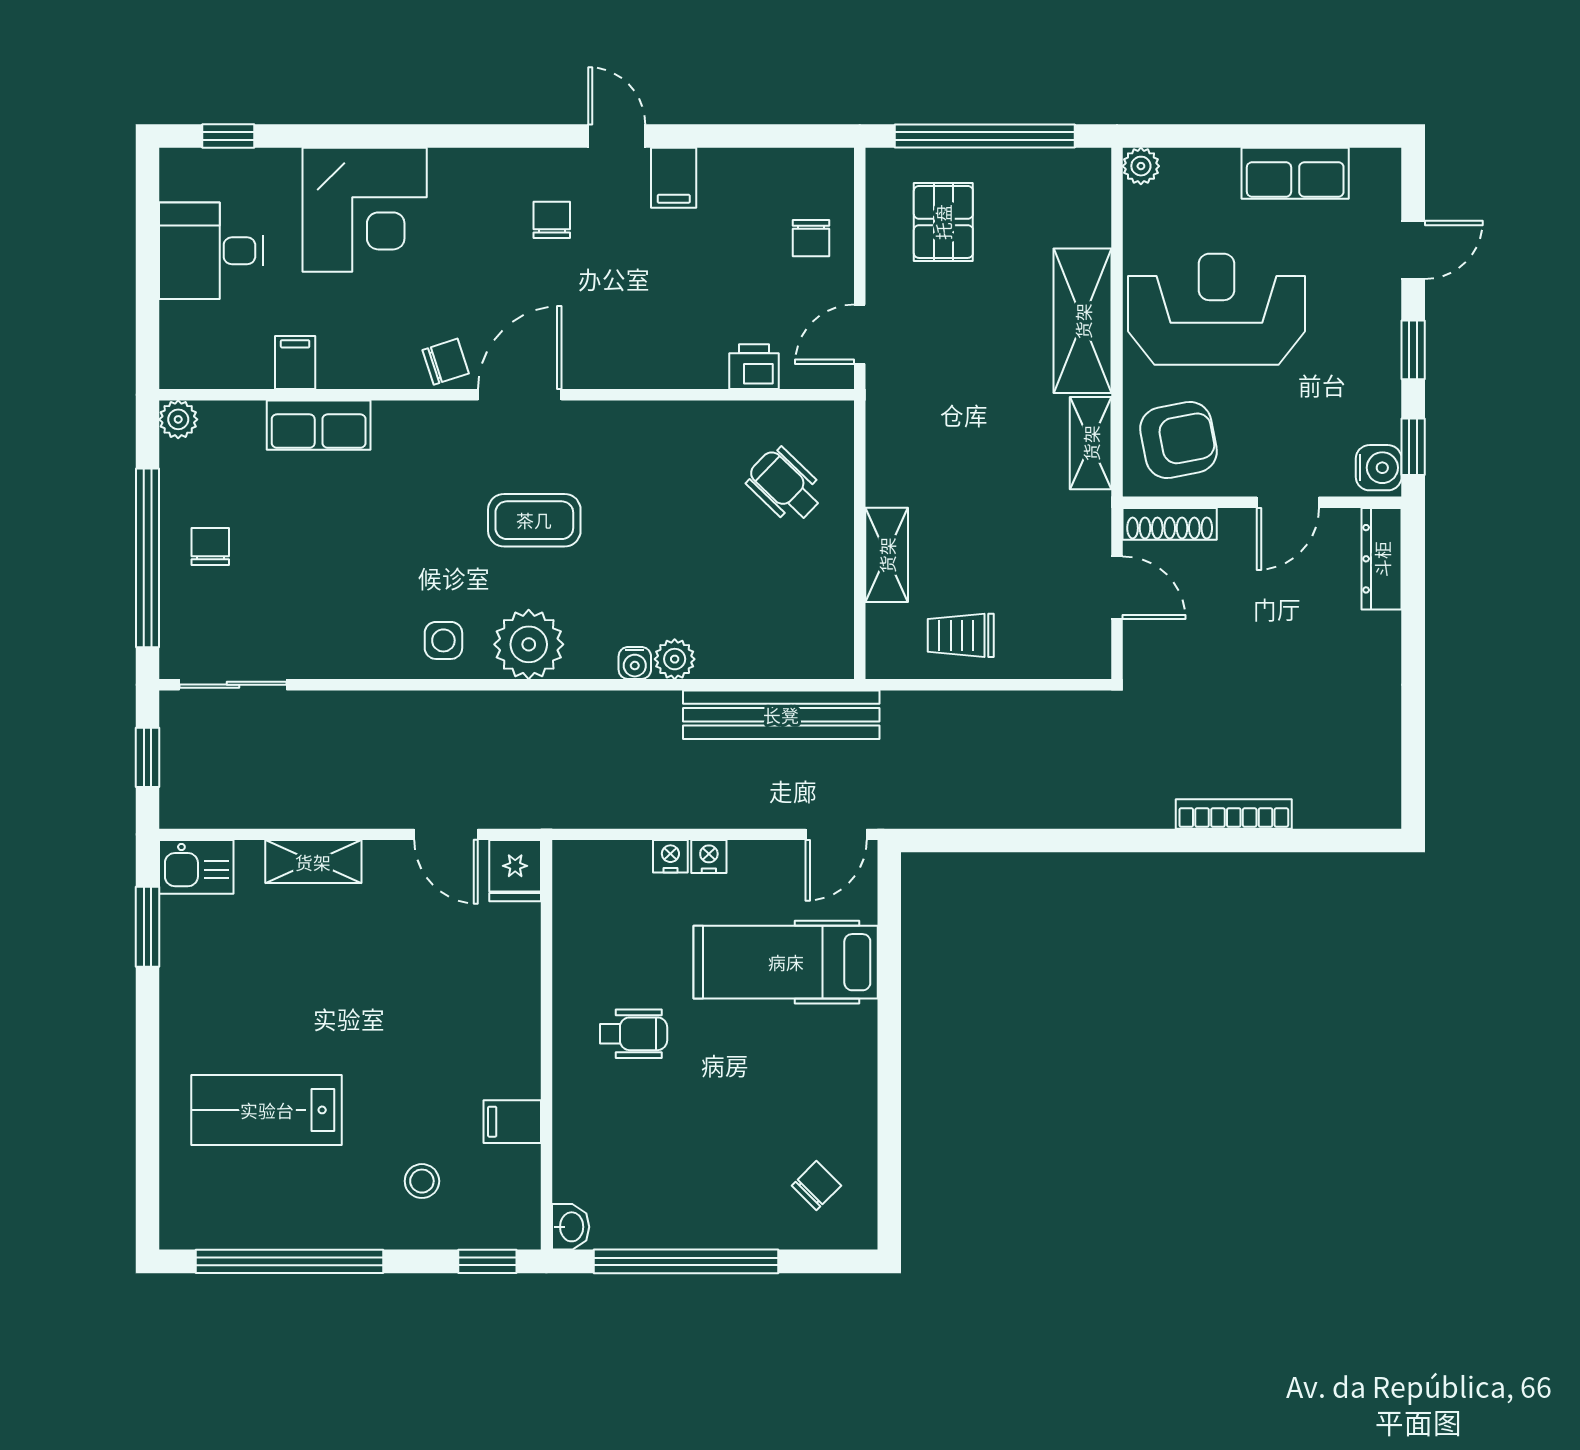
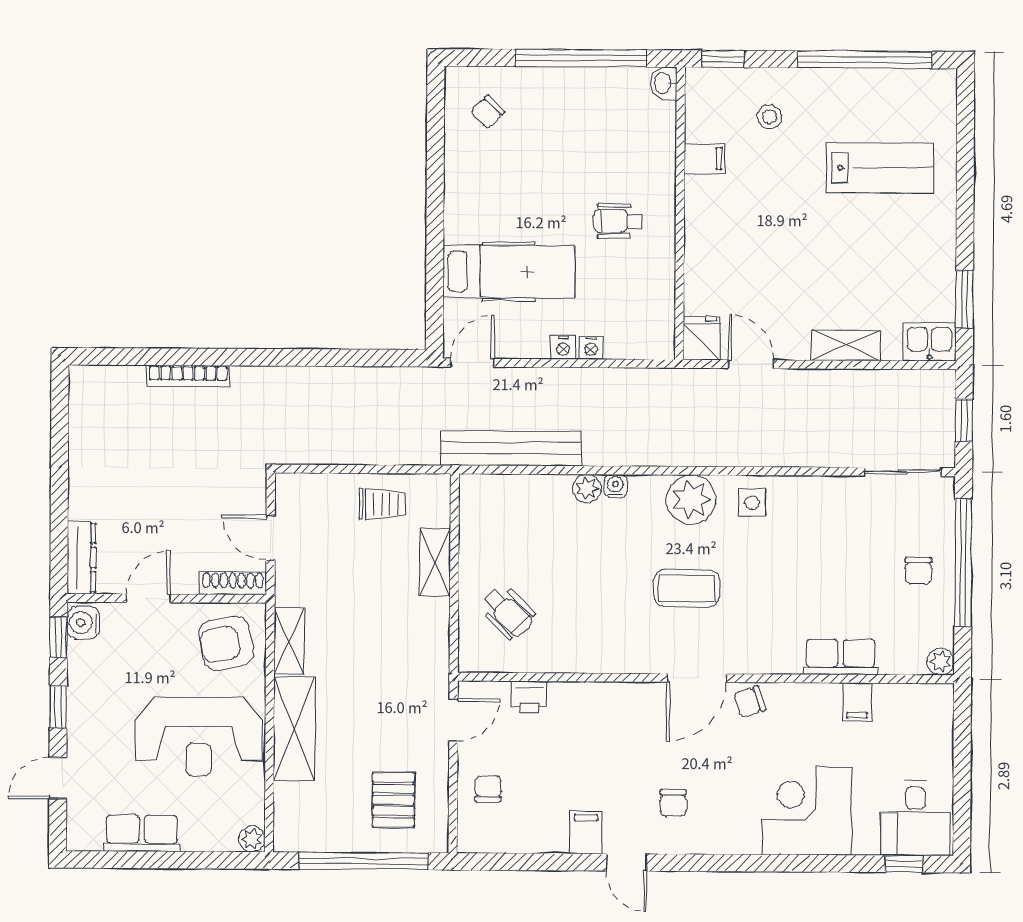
desk: (211, 251) -> (915, 818), moved, turned 90

